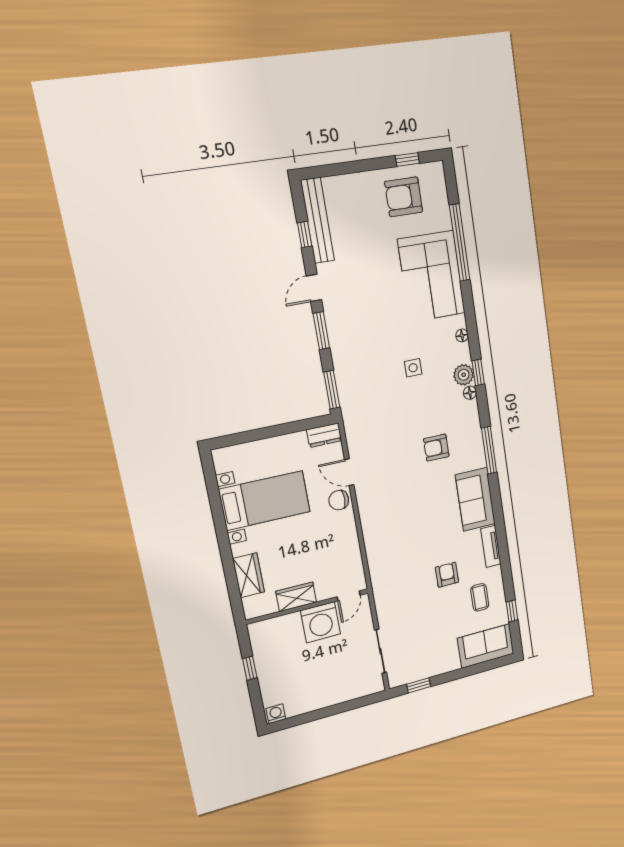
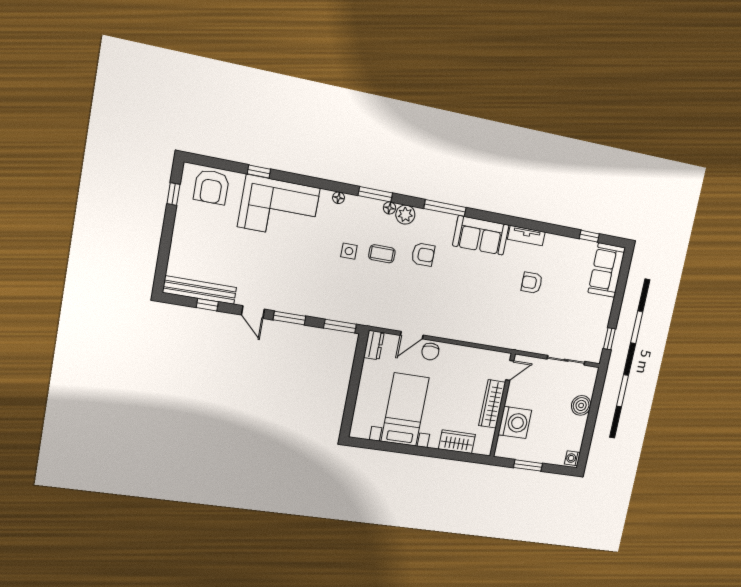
armchair: (404, 197) -> (211, 187), moved
window: (460, 243) -> (259, 172), width x0.32
window: (478, 372) -> (375, 194), width x1.50
plant: (464, 375) -> (405, 215), moved
armchair: (436, 448) -> (423, 254), turned -90
door: (349, 596) -> (510, 370), hinge flipped
wardrobe: (296, 597) -> (492, 404), width x1.50
coffee table: (480, 597) -> (382, 254), moved
washing machine: (321, 622) -> (515, 422), moved
window: (250, 668) -> (528, 465), width x1.50
boiler: (338, 693) -> (581, 405), added

